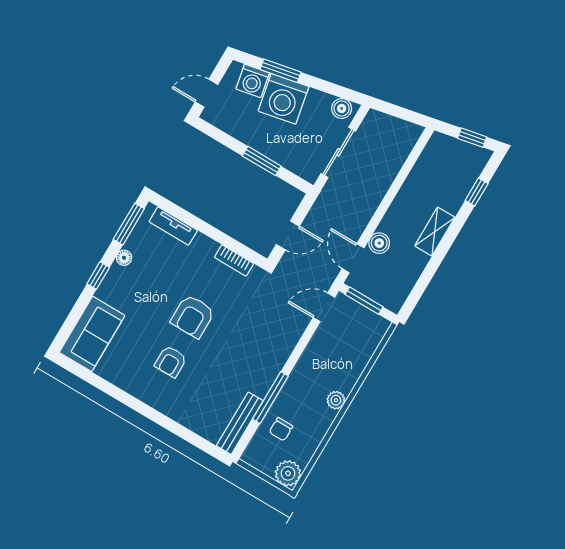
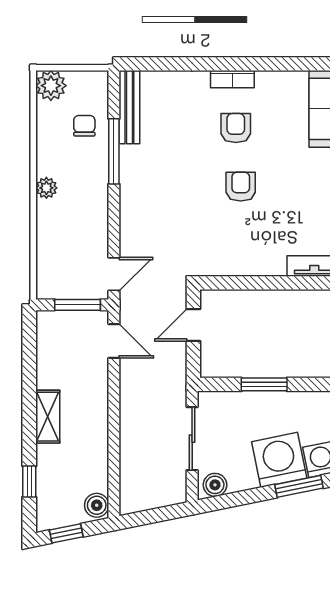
boiler: (379, 243) -> (97, 505), moved
bookcase: (234, 260) -> (232, 79), moved, turned 180
armchair: (193, 316) -> (241, 187), width x0.72, depth x0.72

